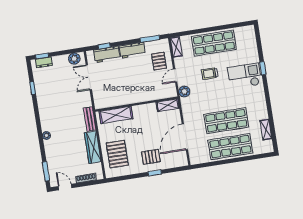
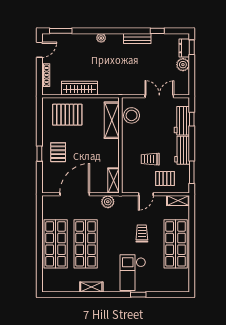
plant: (74, 59) -> (183, 65), moved
door: (175, 75) -> (146, 194), swing flipped
trolley: (144, 76) -> (150, 159), added
checkout: (245, 76) -> (133, 273), turned 180
plant: (184, 92) -> (108, 202), moved
stool: (109, 99) -> (132, 115), added
bench: (90, 119) -> (137, 39), moved
shelving: (266, 130) -> (91, 287), moved
door: (185, 137) -> (75, 194), hinge flipped

